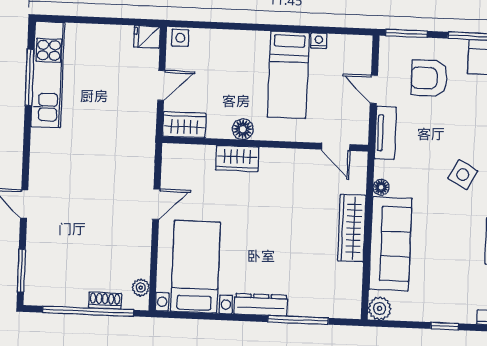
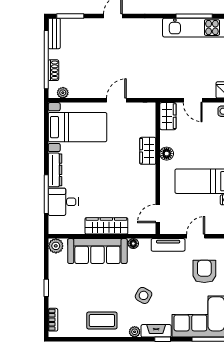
door: (156, 204) -> (116, 100), swing flipped
desk: (311, 294) -> (63, 202), added
bench: (48, 297) -> (54, 33), added

